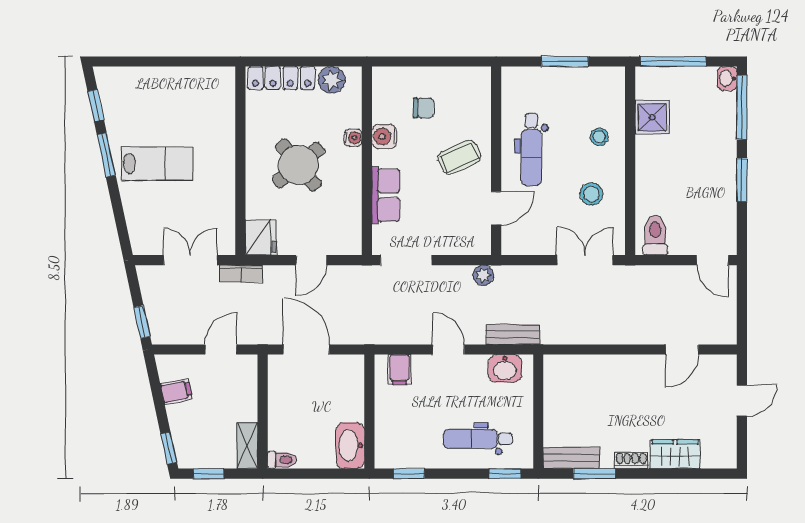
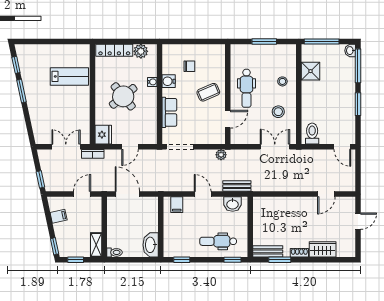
lab bench: (157, 163) -> (69, 76), moved

